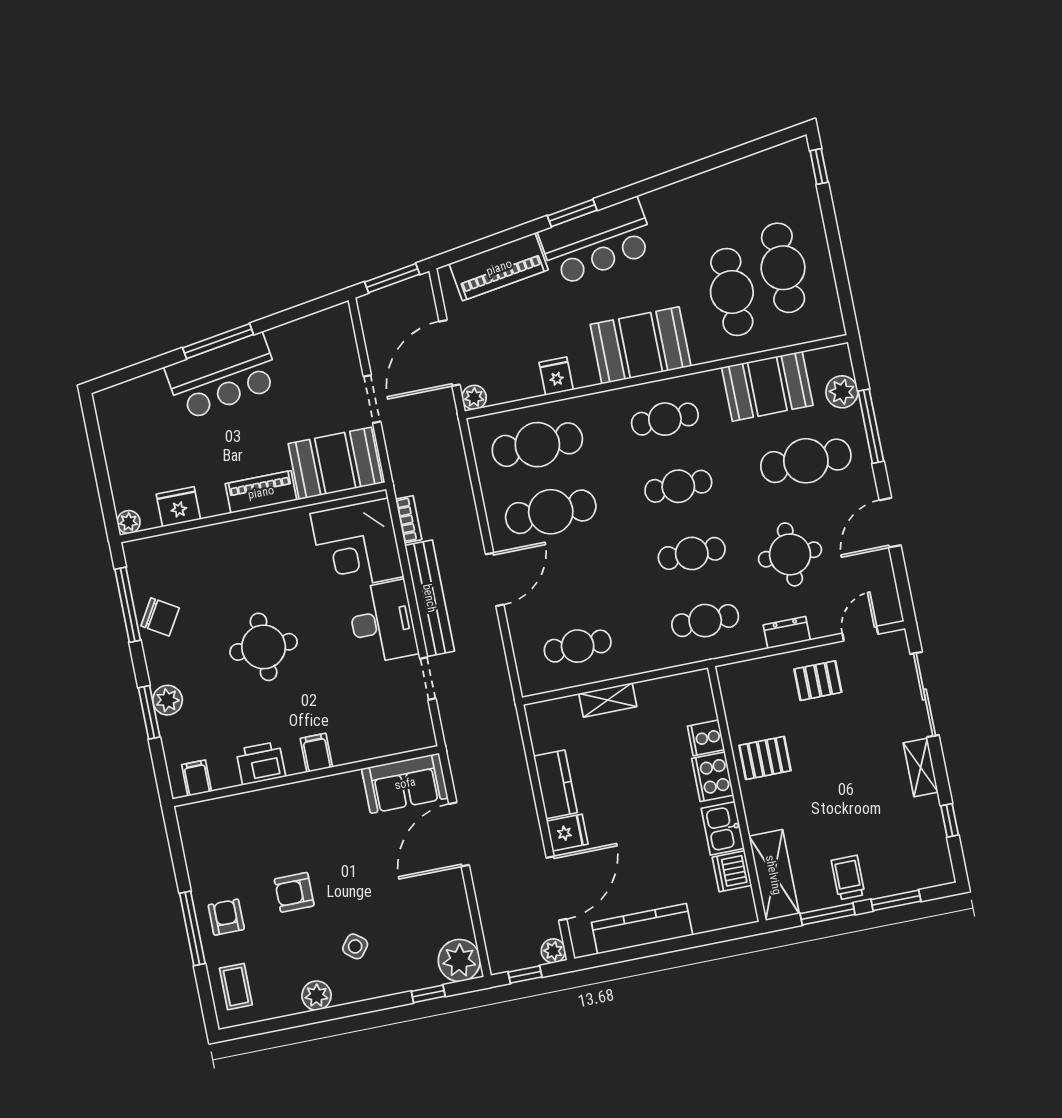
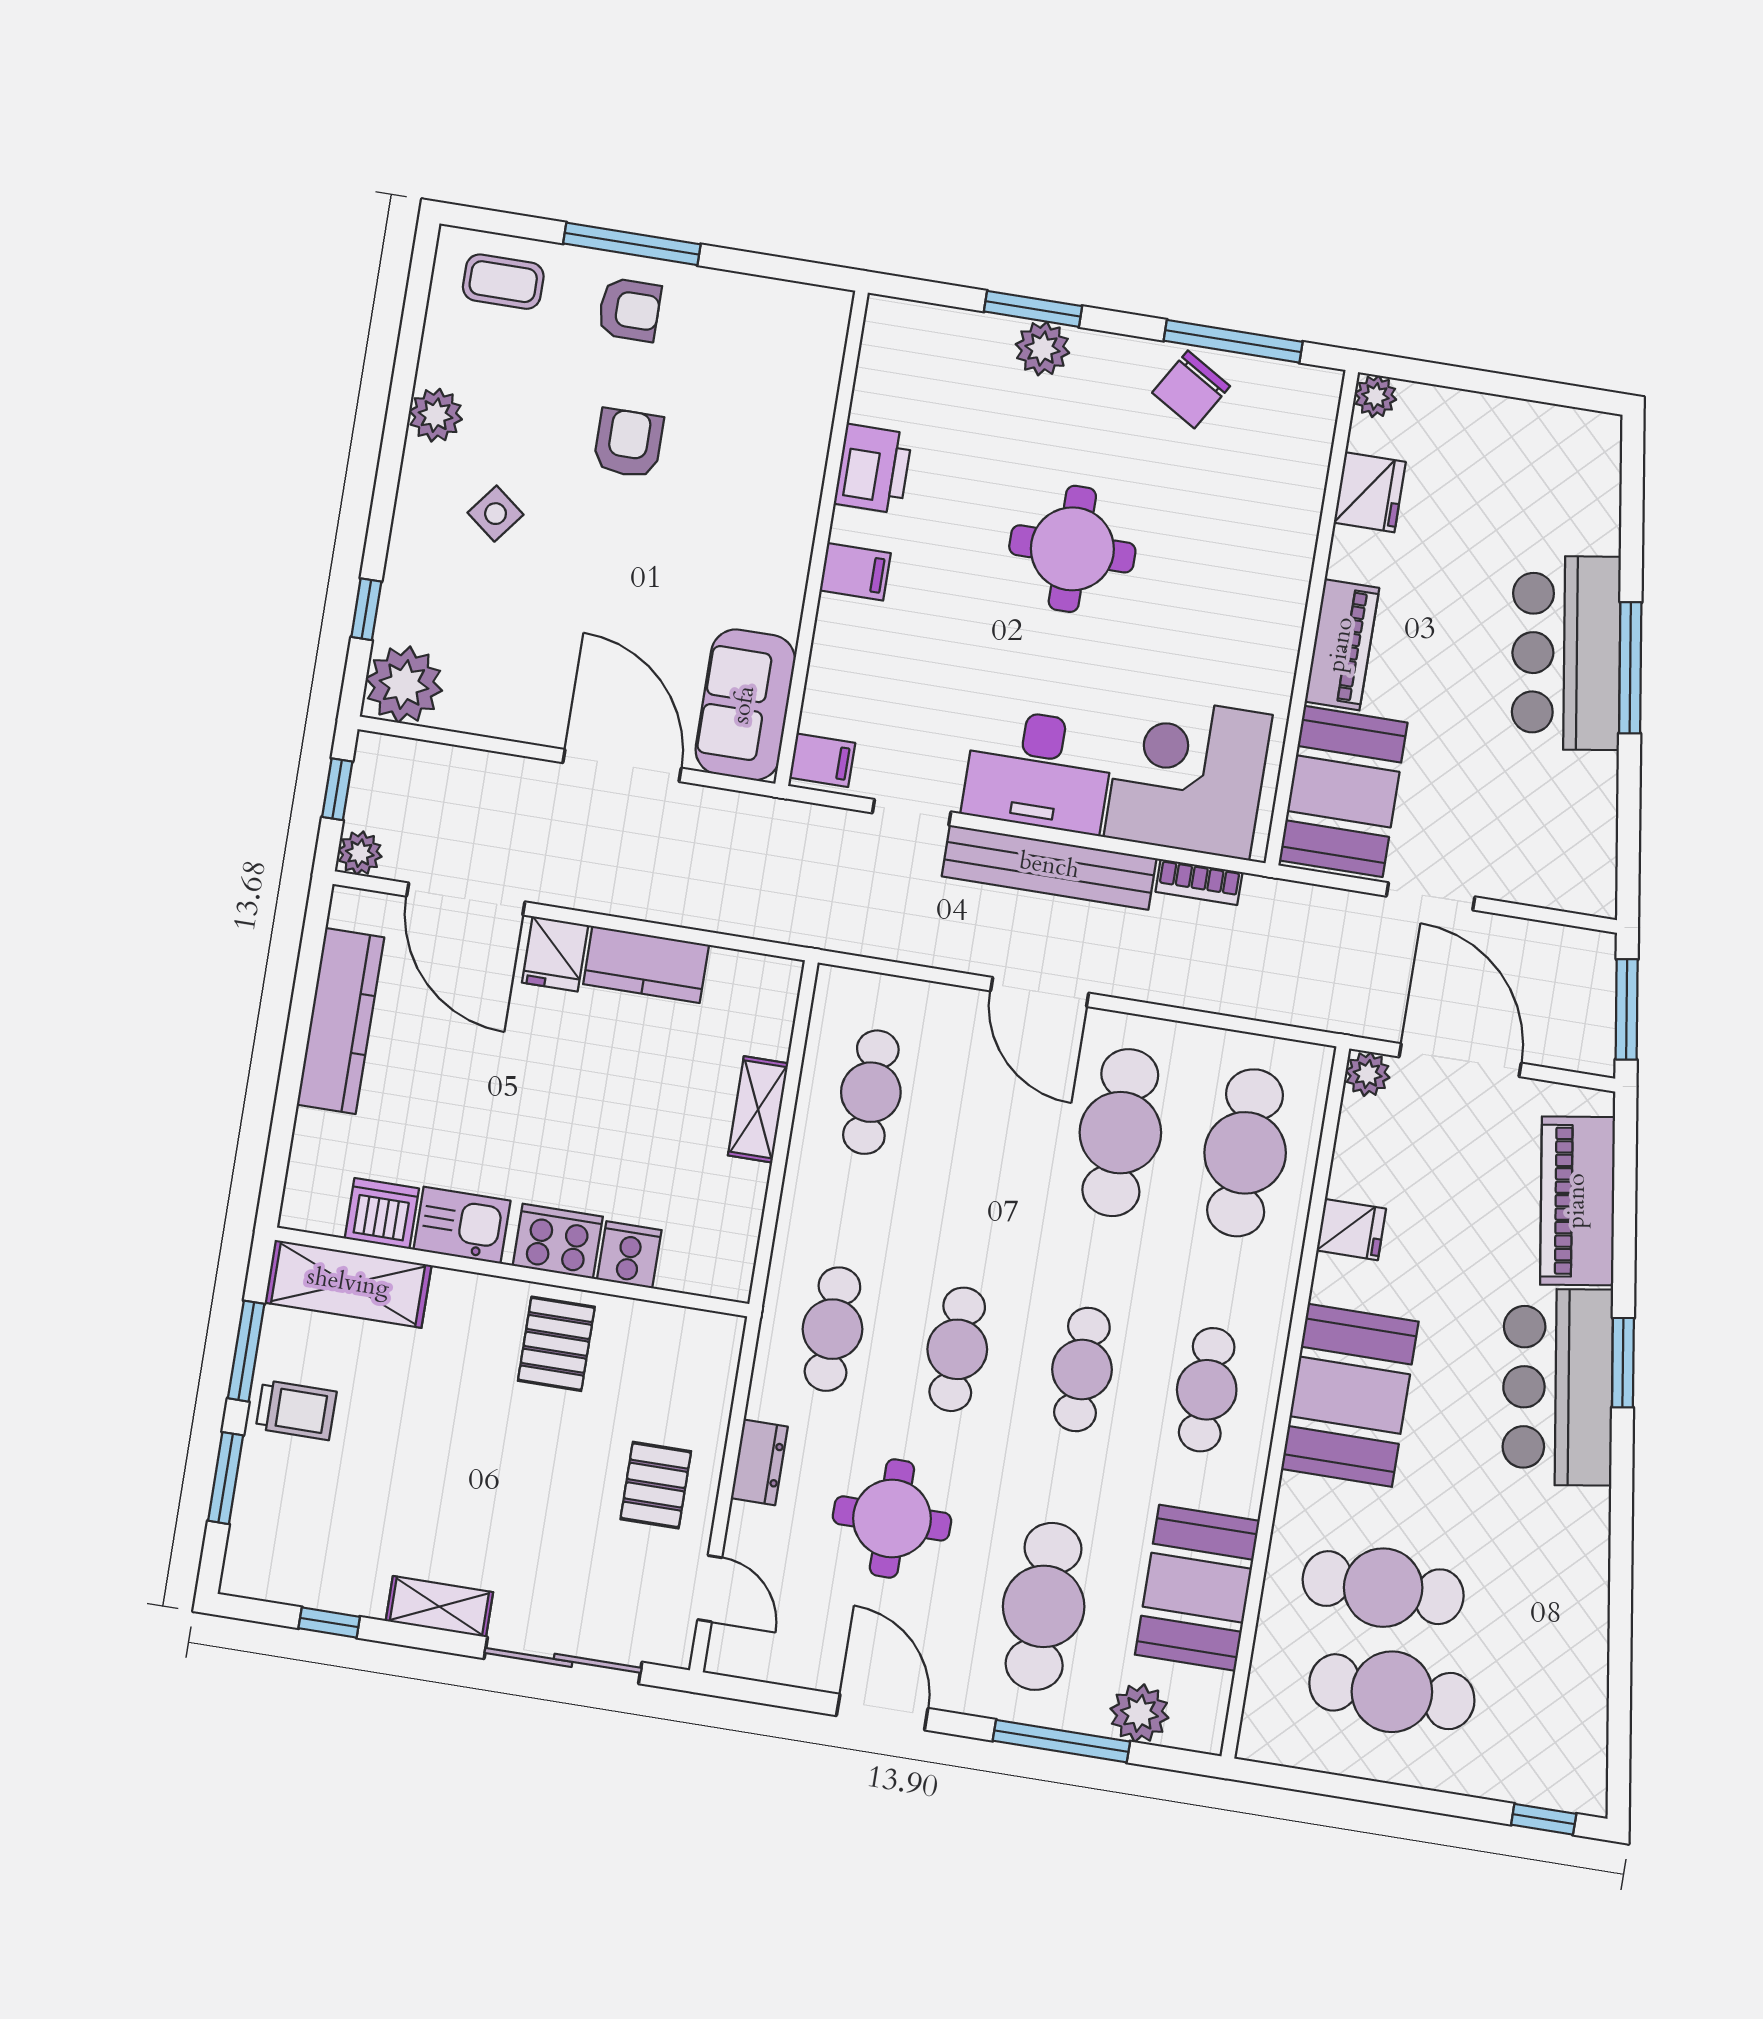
filing cabinet: (197, 778) -> (822, 760), moved

